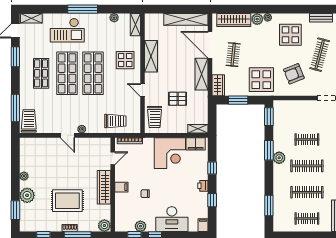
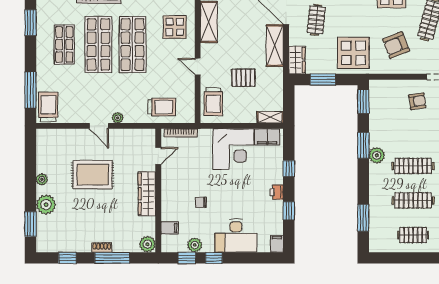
armchair: (310, 117) -> (417, 101), added
clothes rail: (307, 140) -> (413, 131), removed
filing cabinet: (121, 187) -> (170, 228), moved
rug: (67, 201) -> (93, 175), moved

